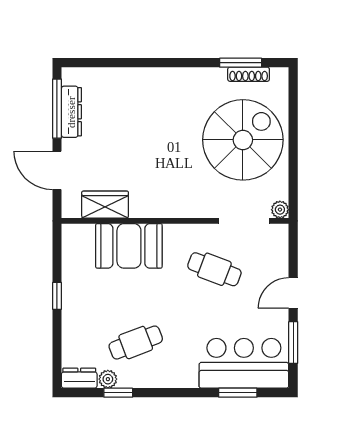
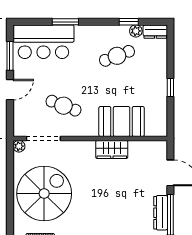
spiral stairs: (243, 140) -> (44, 194), turned 180
wardrobe: (105, 205) -> (112, 150), moved
window: (238, 393) -> (65, 22), moved

